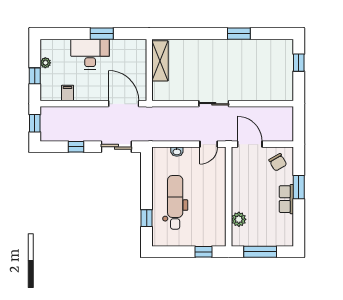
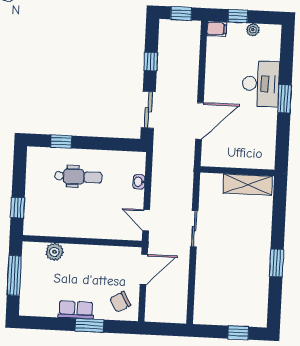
shelving: (160, 61) -> (248, 185), moved
wall: (149, 70) -> (237, 171), moved
filing cabinet: (68, 93) -> (217, 29), moved
dental chair: (175, 202) -> (78, 177), width x0.73, depth x0.72

